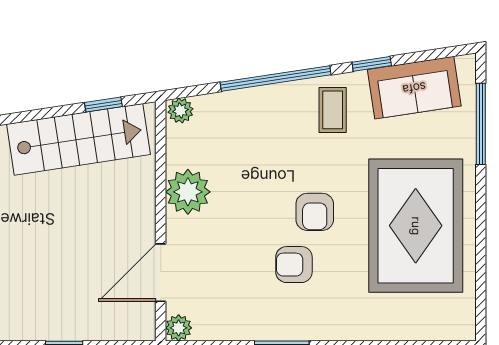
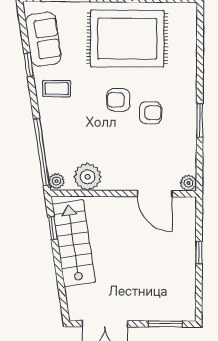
window: (276, 78) -> (42, 152), moved
plant: (188, 192) -> (88, 177), moved
armchair: (315, 212) -> (118, 100), turned 180
armchair: (294, 265) -> (150, 113), turned -90

